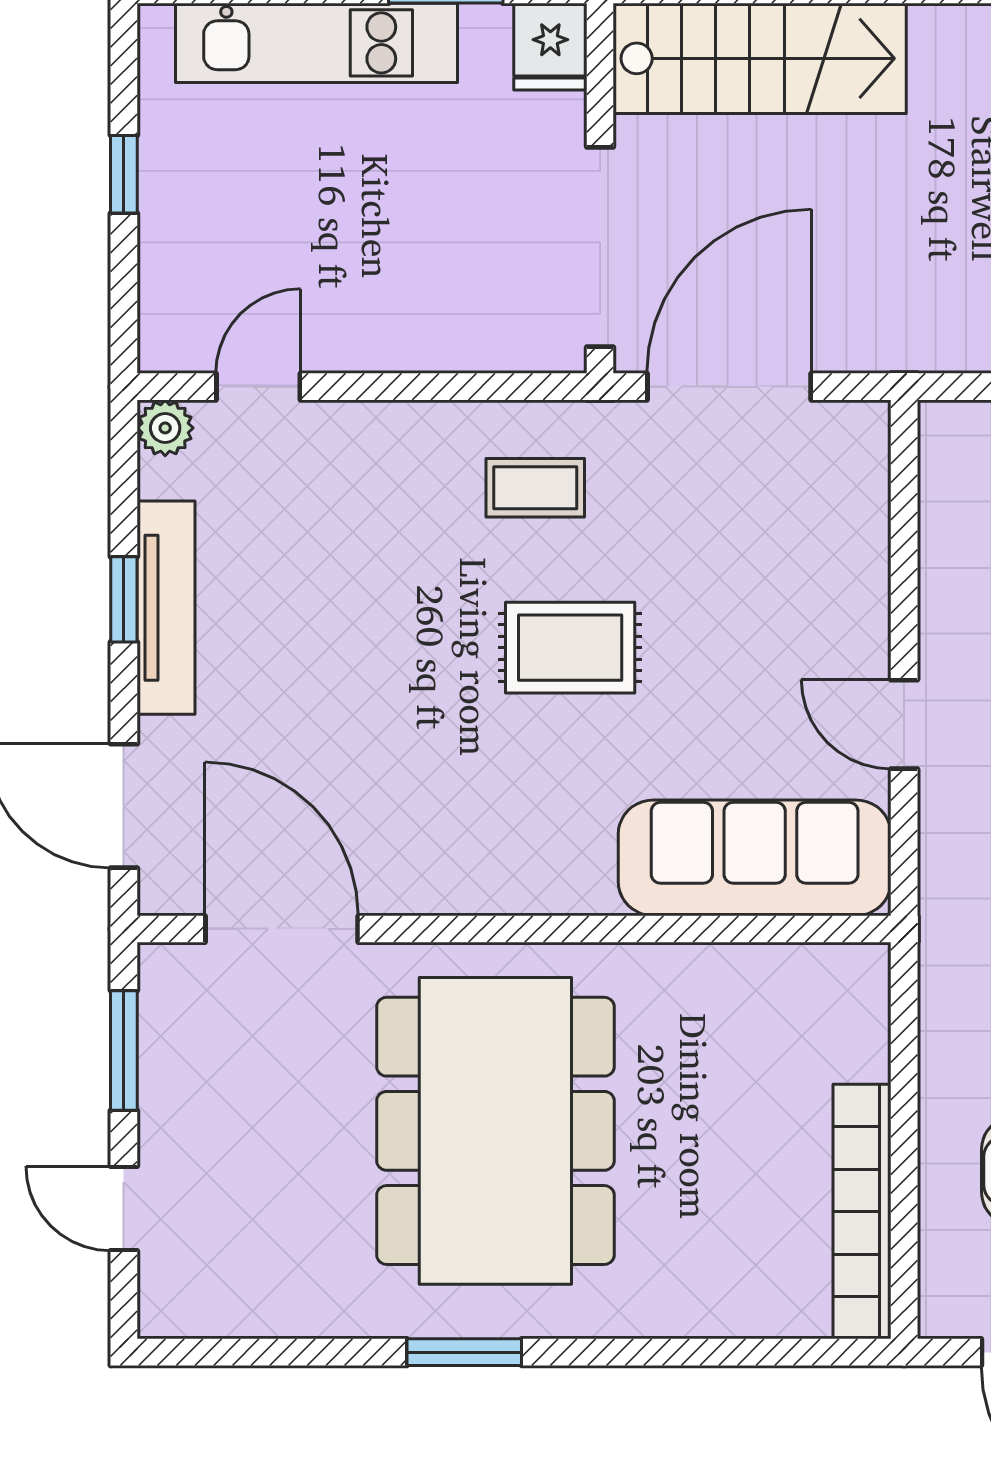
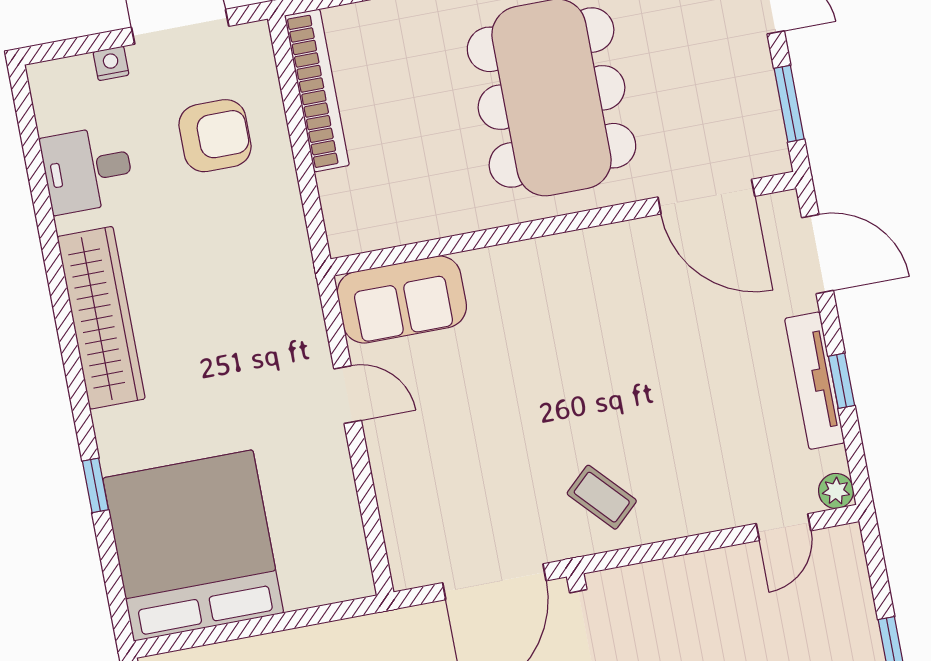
coffee table: (535, 488) -> (602, 497), turned 47
rug: (570, 648) -> (562, 403), removed
sofa: (755, 858) -> (402, 300), width x0.73

